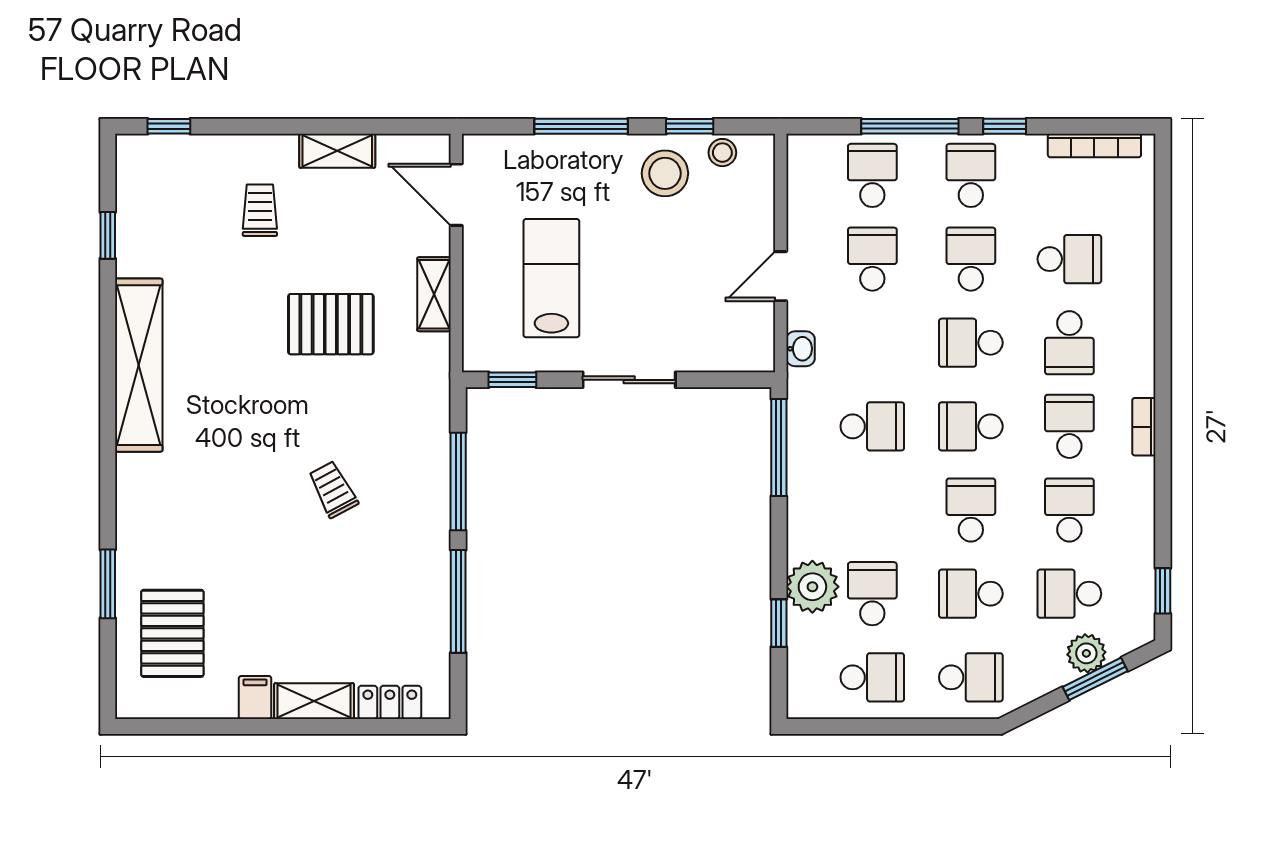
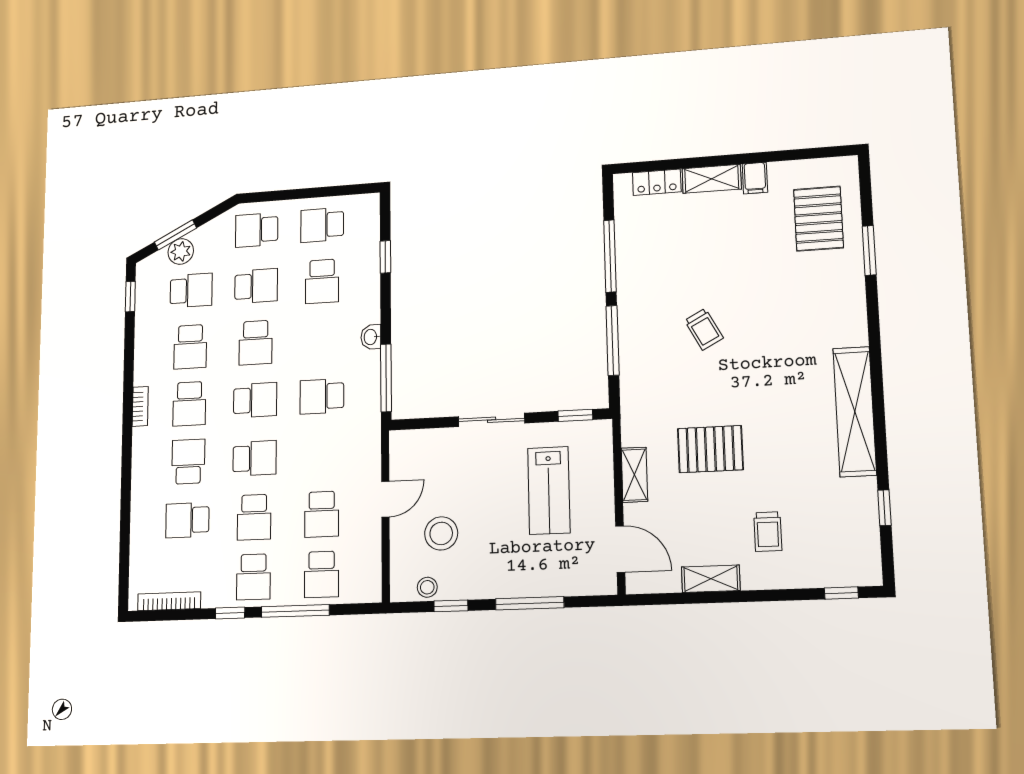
stool: (665, 173) -> (441, 533), moved
washbasin: (800, 349) -> (371, 337), moved
plant: (812, 587) -> (363, 283), removed

